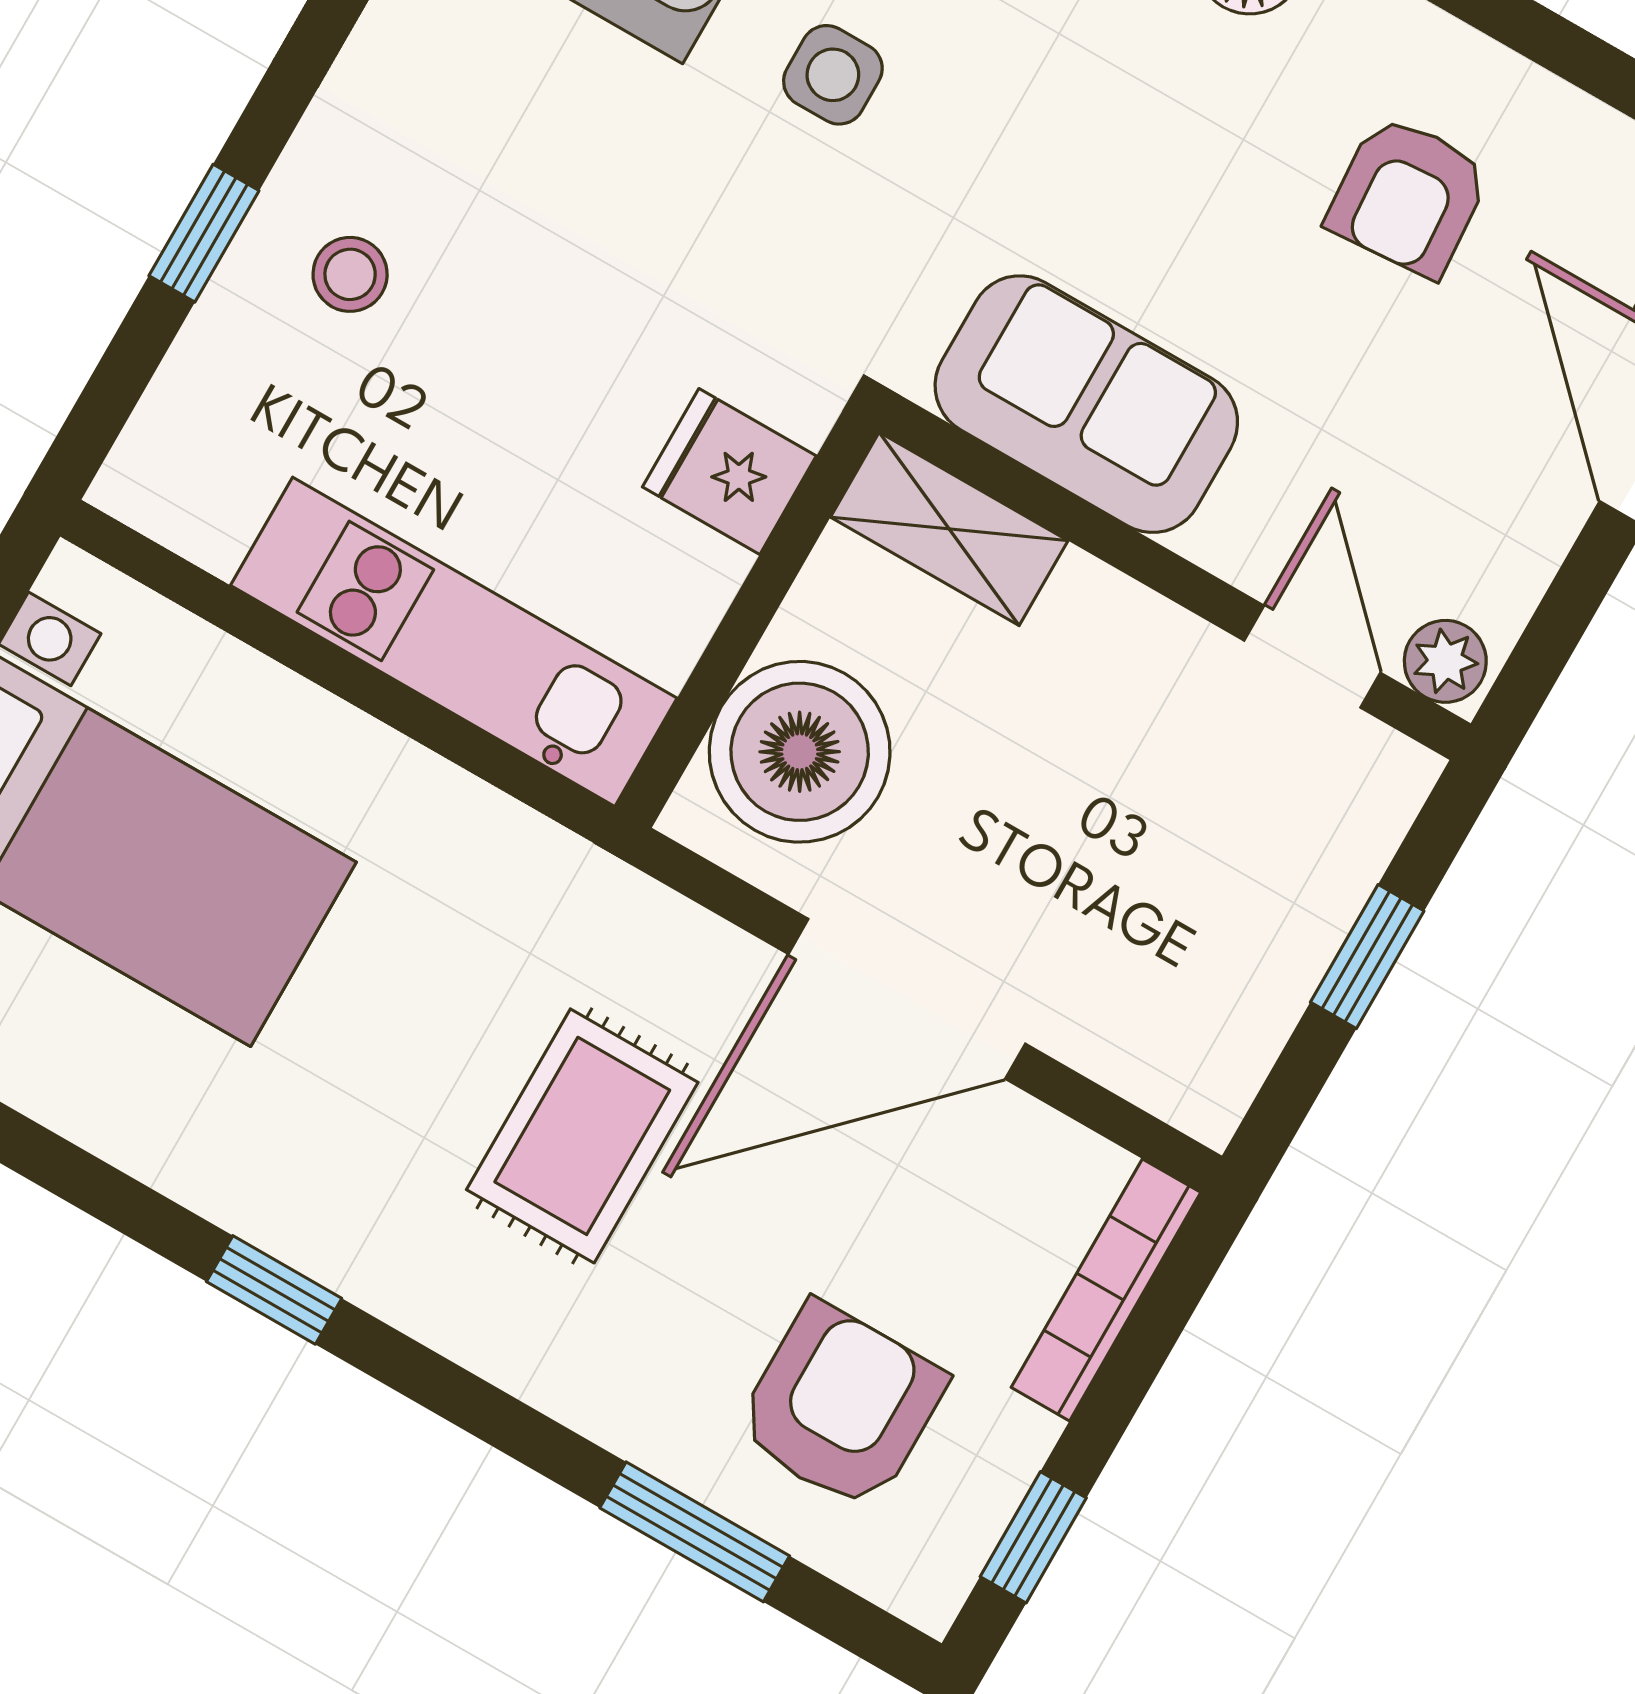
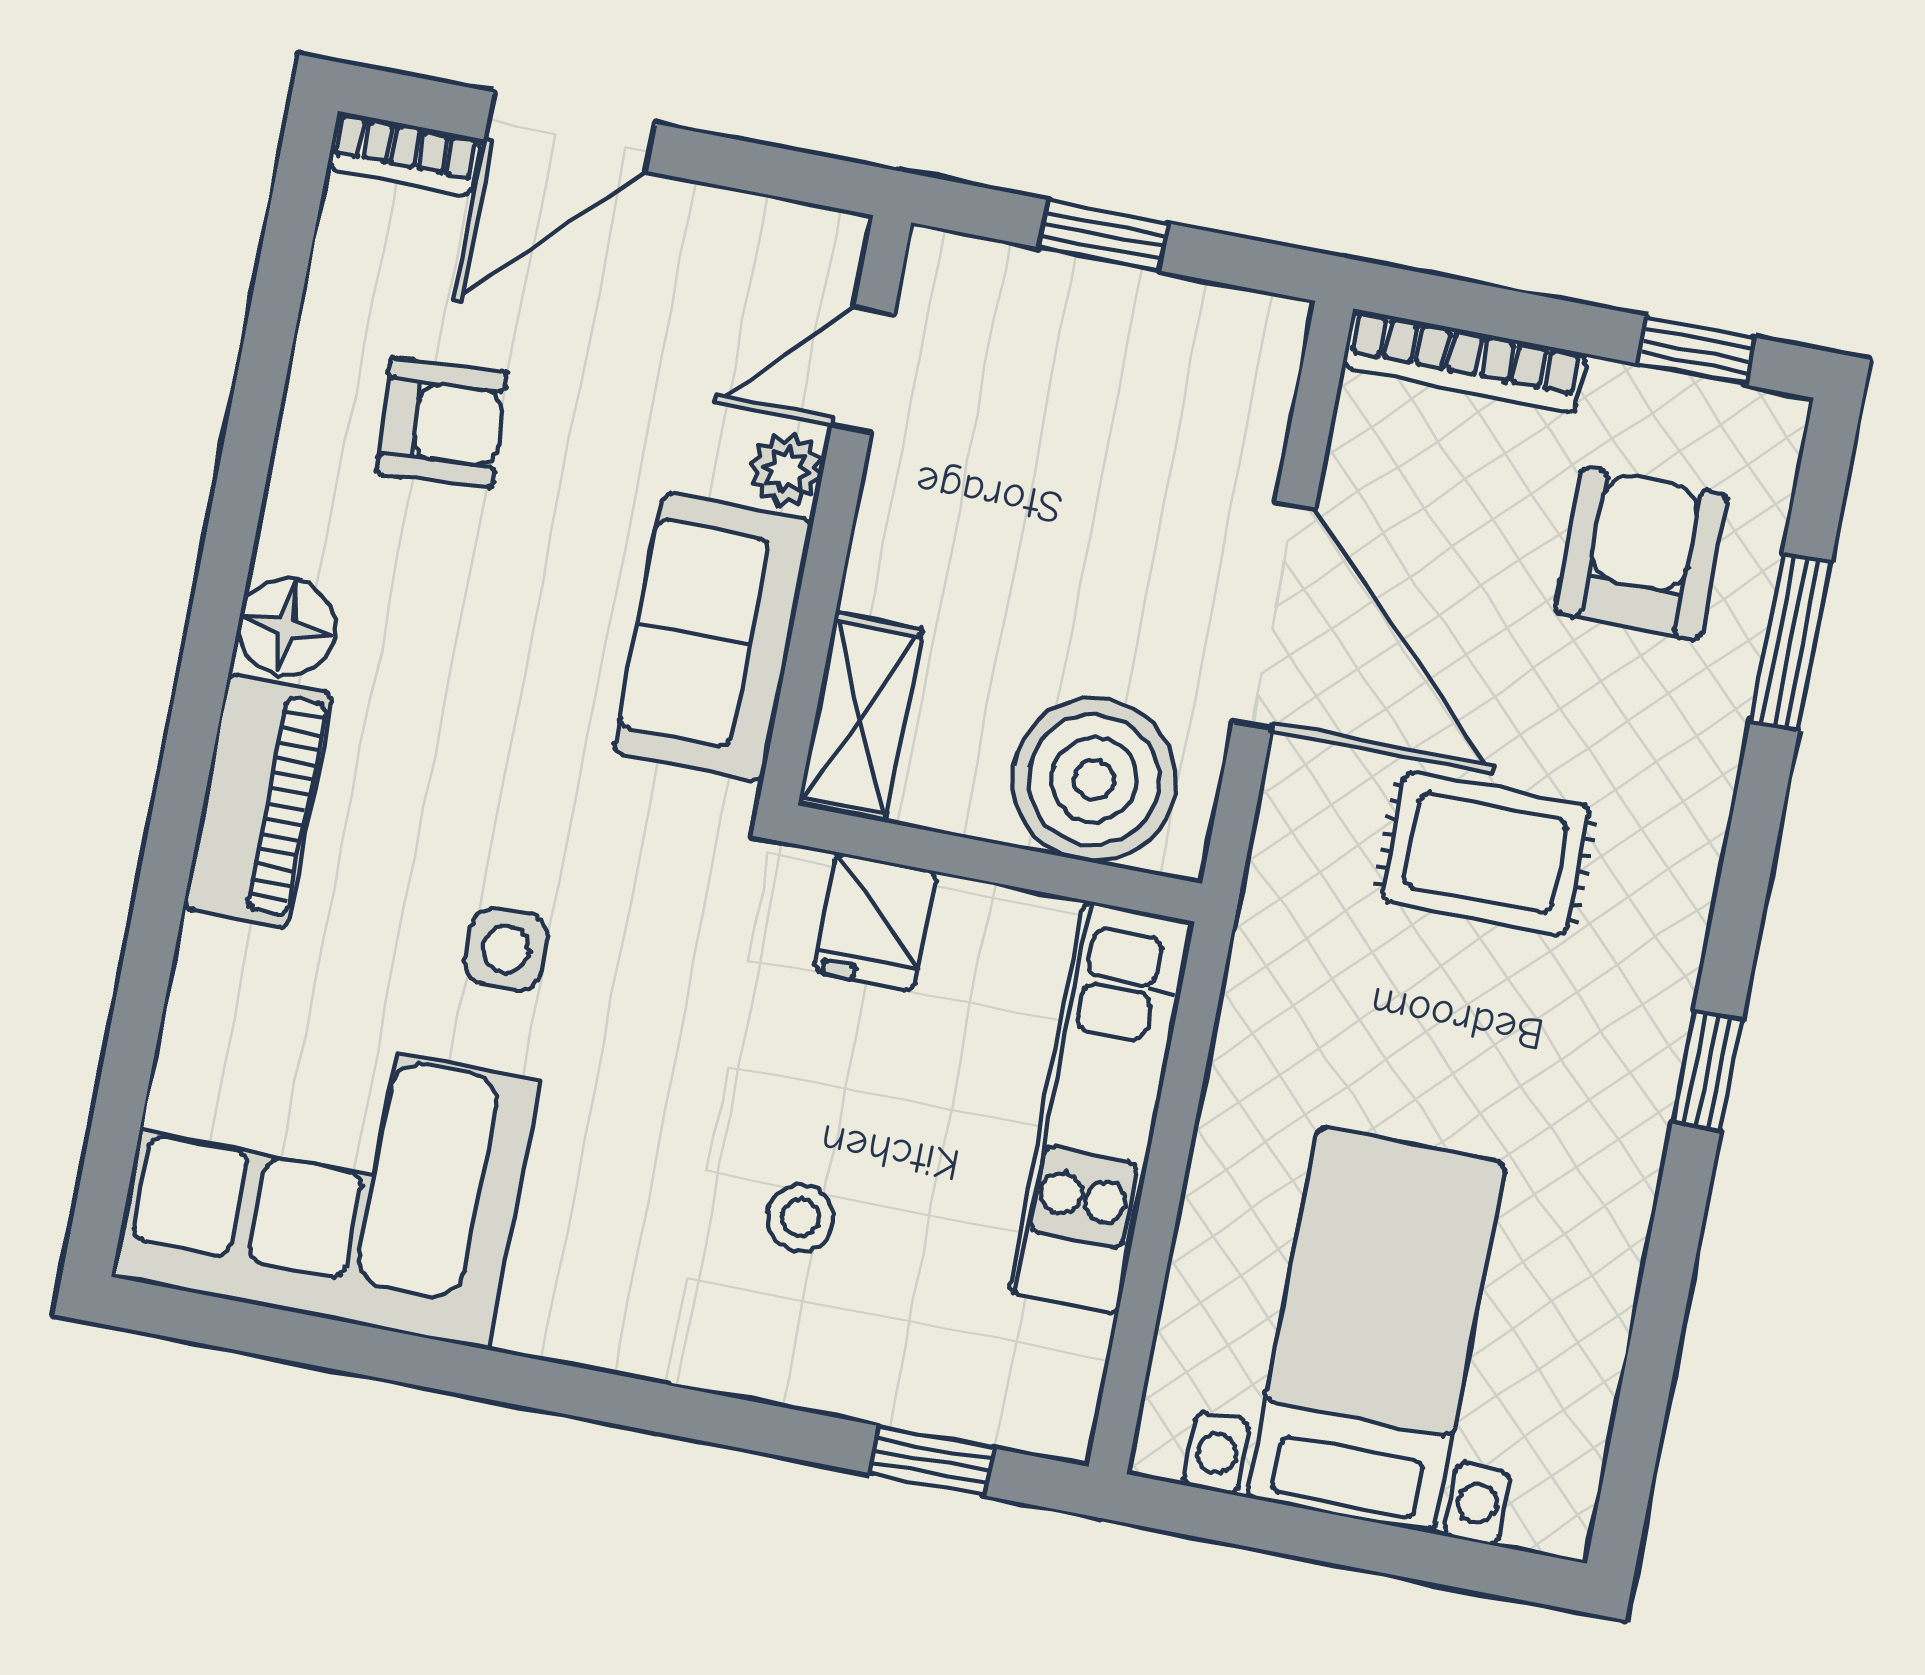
window: (204, 233) -> (932, 1461), moved
stool: (350, 274) -> (800, 1218), moved
plant: (1445, 661) -> (786, 470), moved
armchair: (841, 1406) -> (1641, 553), turned 90

